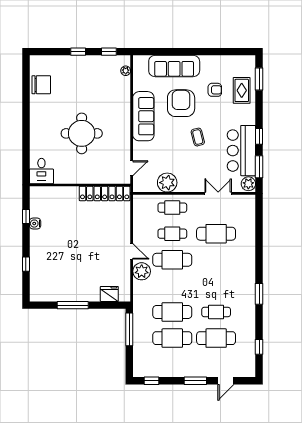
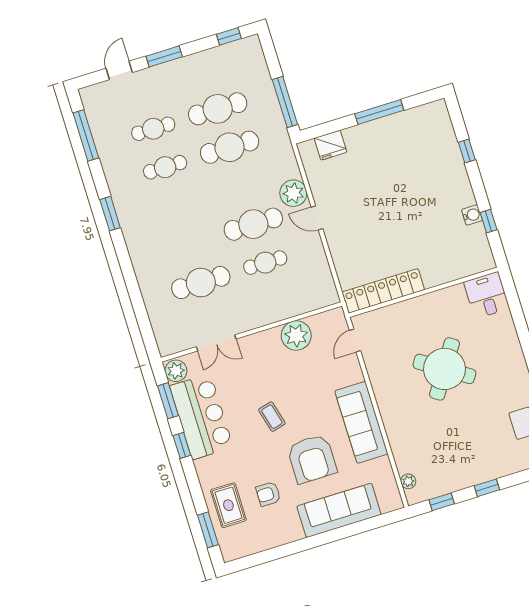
round table: (82, 133) -> (444, 369), turned 33
cafe table: (172, 208) -> (277, 301), removed
cafe table: (216, 338) -> (153, 129), width x0.73, depth x0.74
window: (259, 347) -> (86, 135), width x2.17

